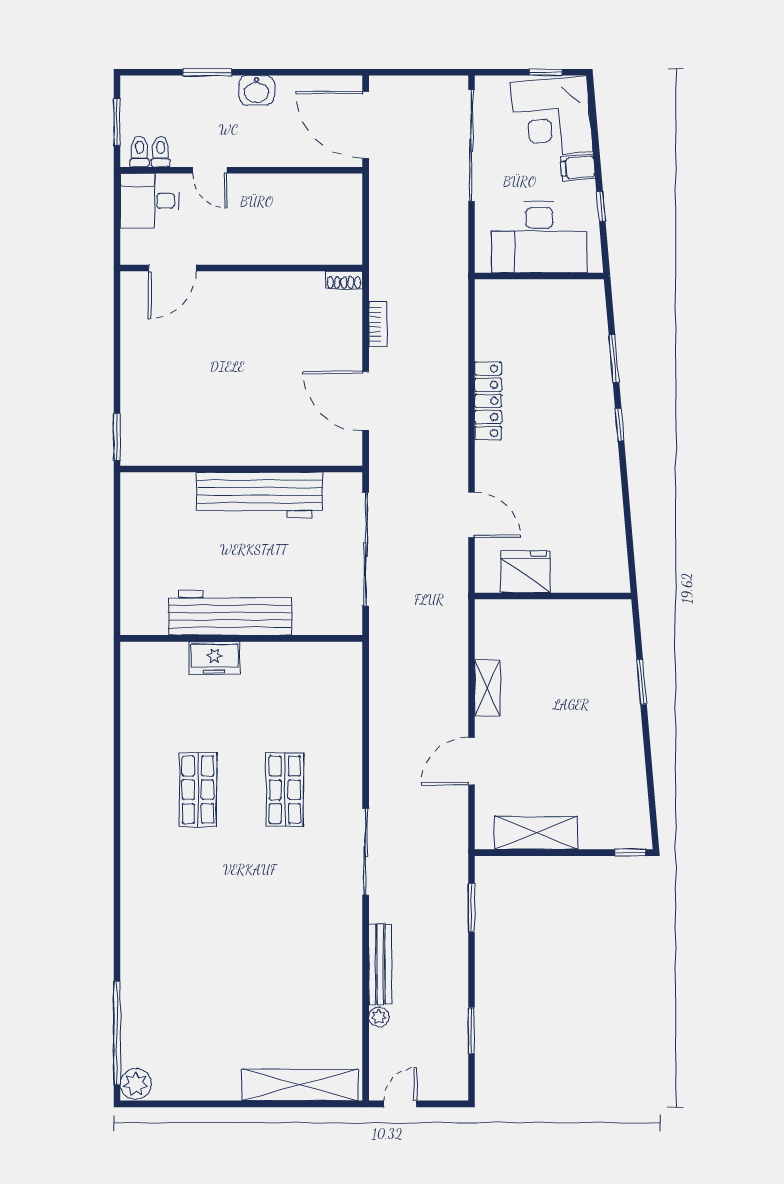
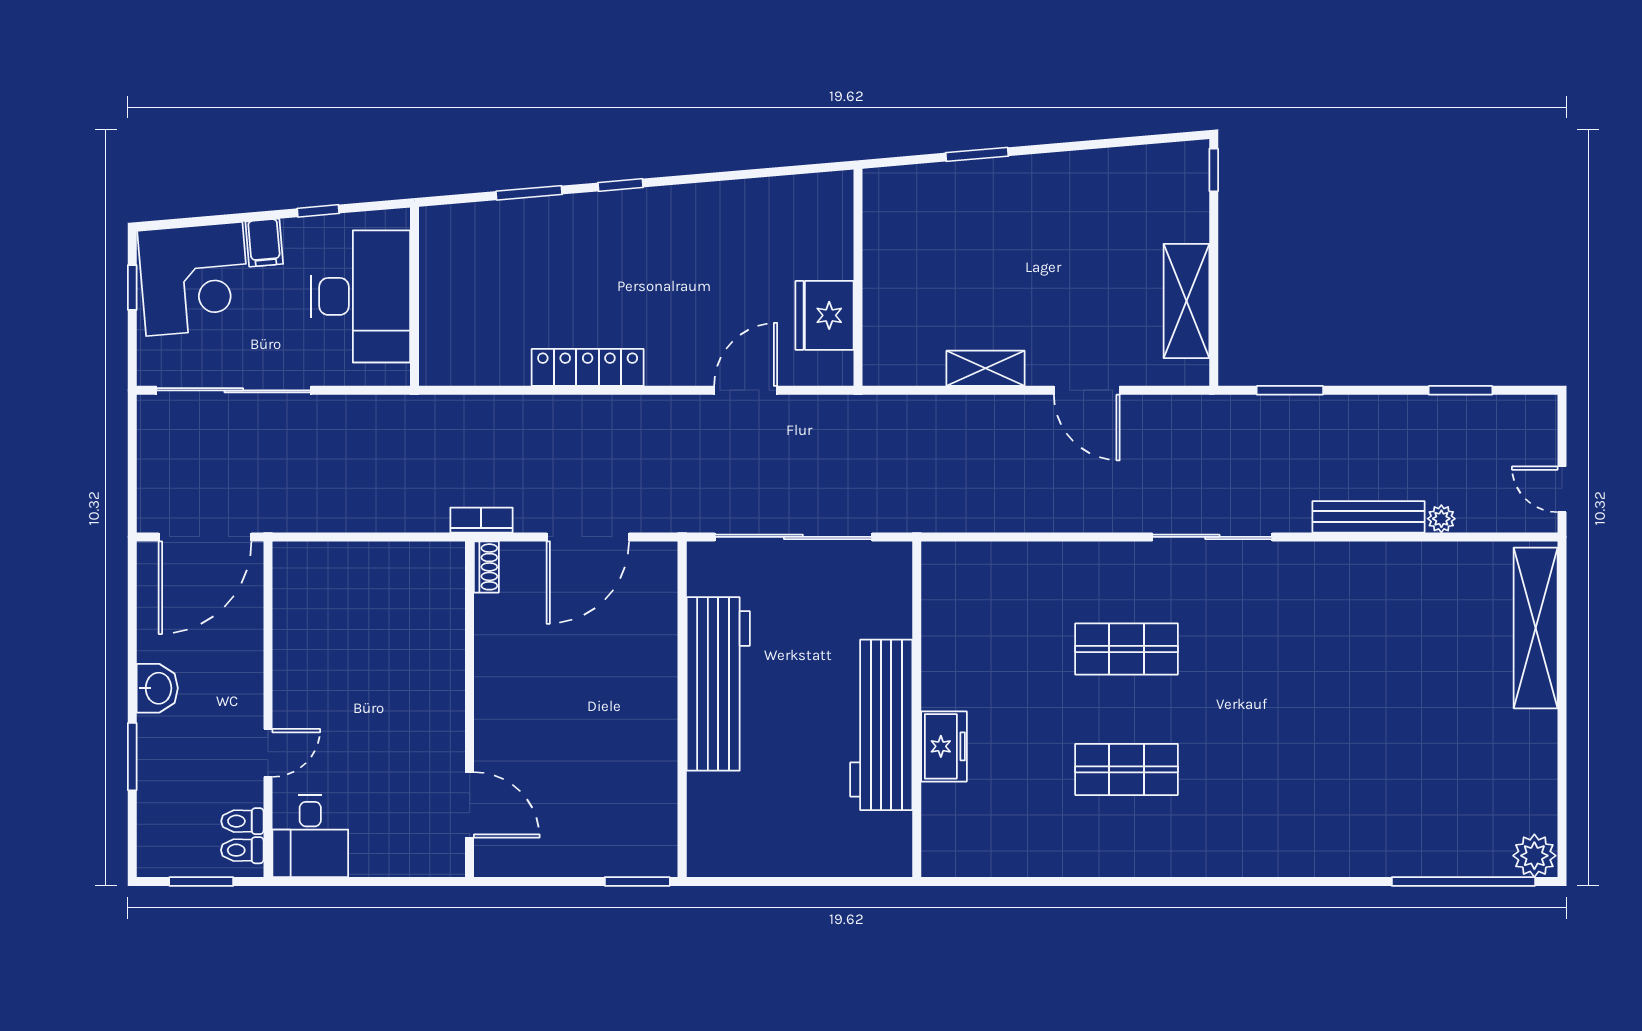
door: (172, 268) -> (470, 805), moved
wall: (241, 268) -> (470, 709), moved
shoe rack: (344, 280) -> (486, 567), moved

